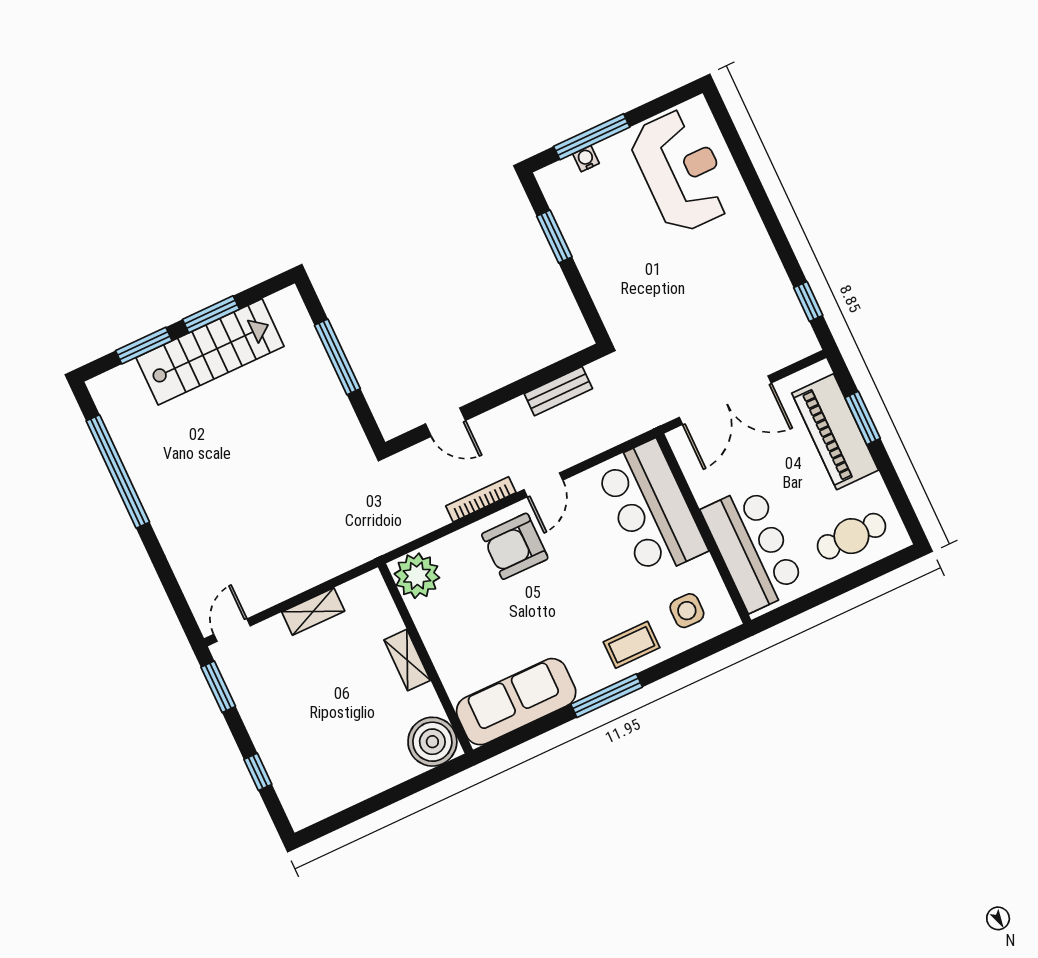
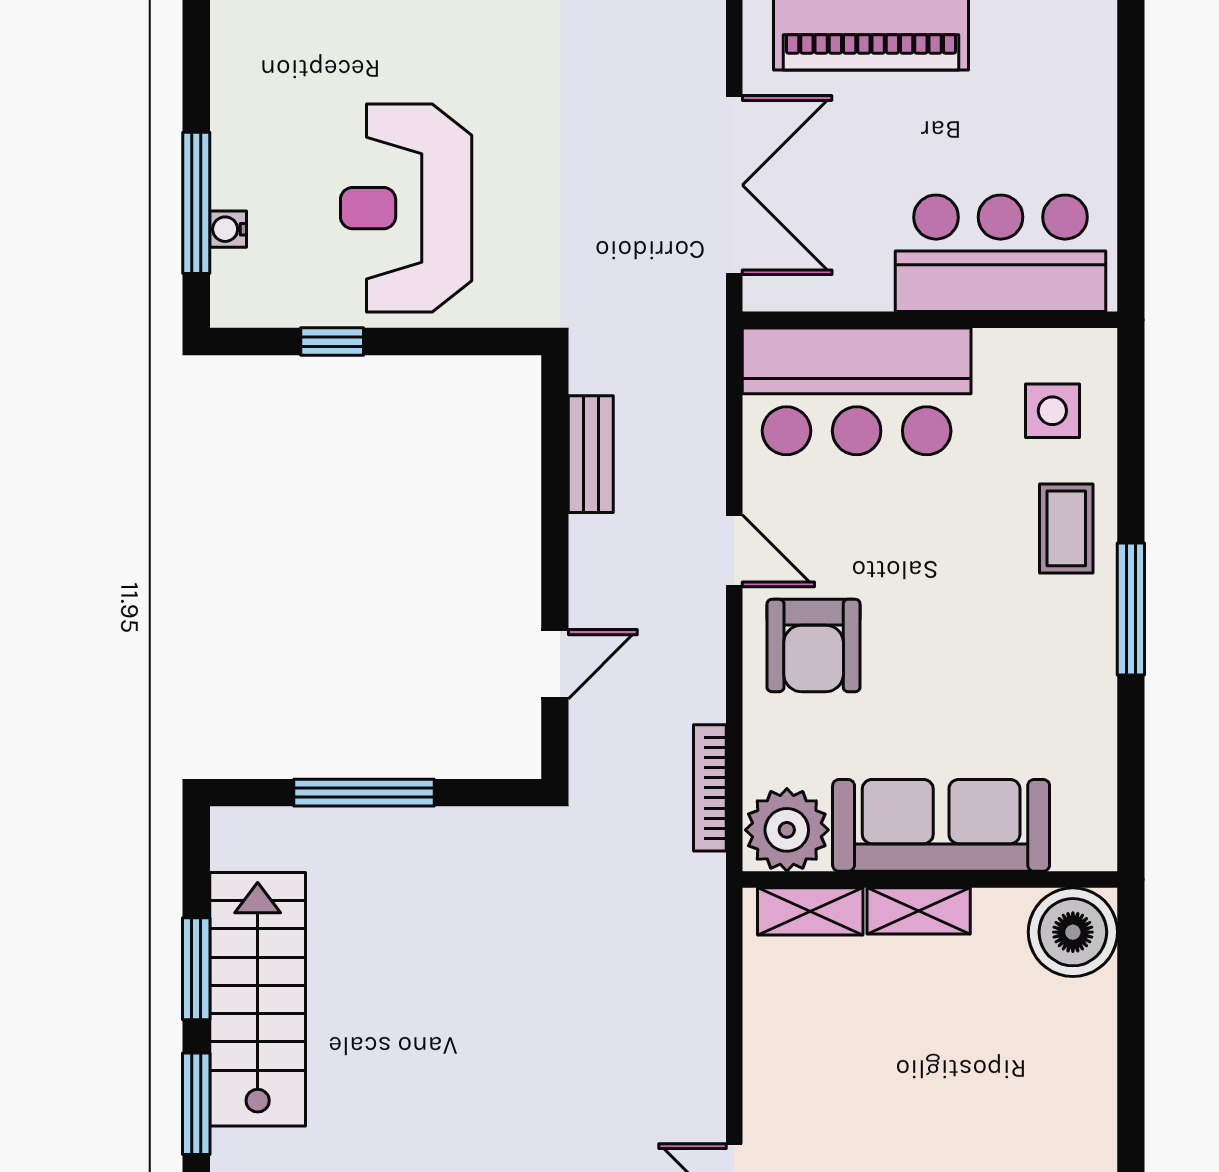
reception desk: (681, 171) -> (406, 208), moved, turned -90
window: (554, 237) -> (332, 342), width x0.67
bookcase: (481, 499) -> (710, 788), moved
cafe table: (851, 536) -> (1056, 81), removed
shelving: (313, 612) -> (810, 911), moved, turned 90
sofa: (516, 702) -> (941, 825), moved, turned 90

